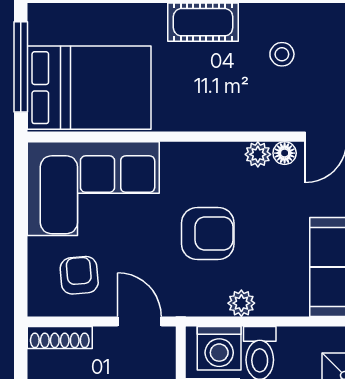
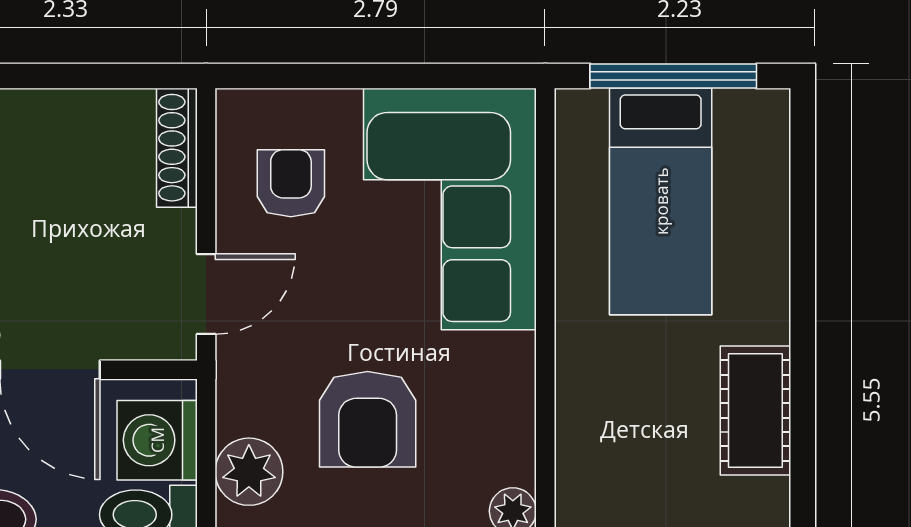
bed: (89, 88) -> (661, 201), width x0.67
armchair: (79, 275) -> (291, 183), turned -85
plant: (241, 303) -> (249, 472), width x1.38, depth x1.38

